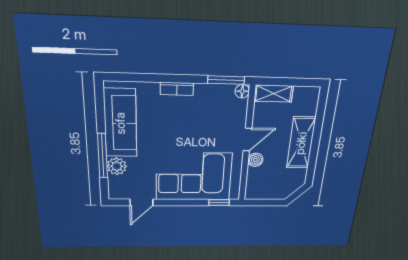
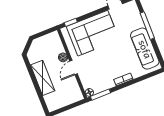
shelving: (274, 94) -> (72, 98), removed
plant: (117, 166) -> (137, 22), removed

